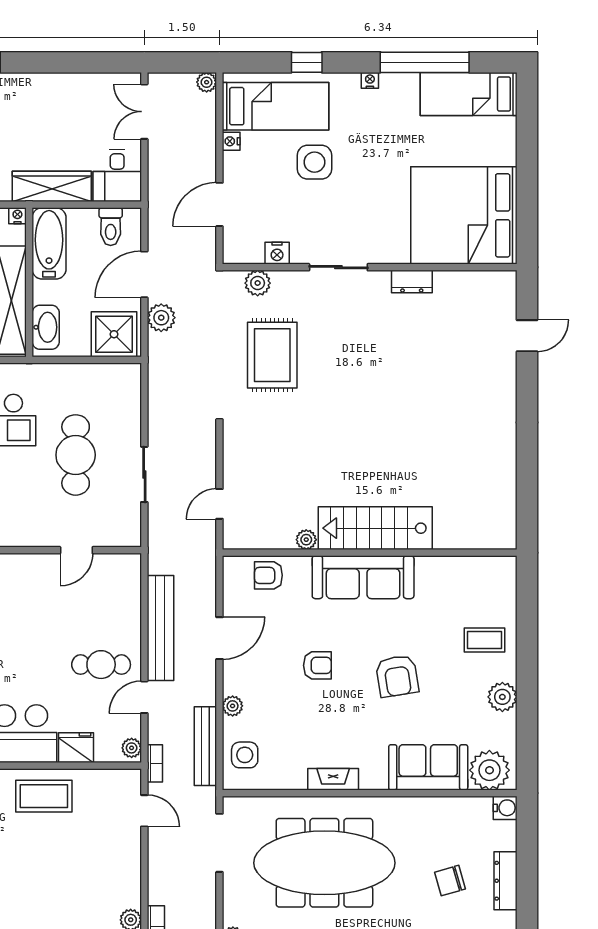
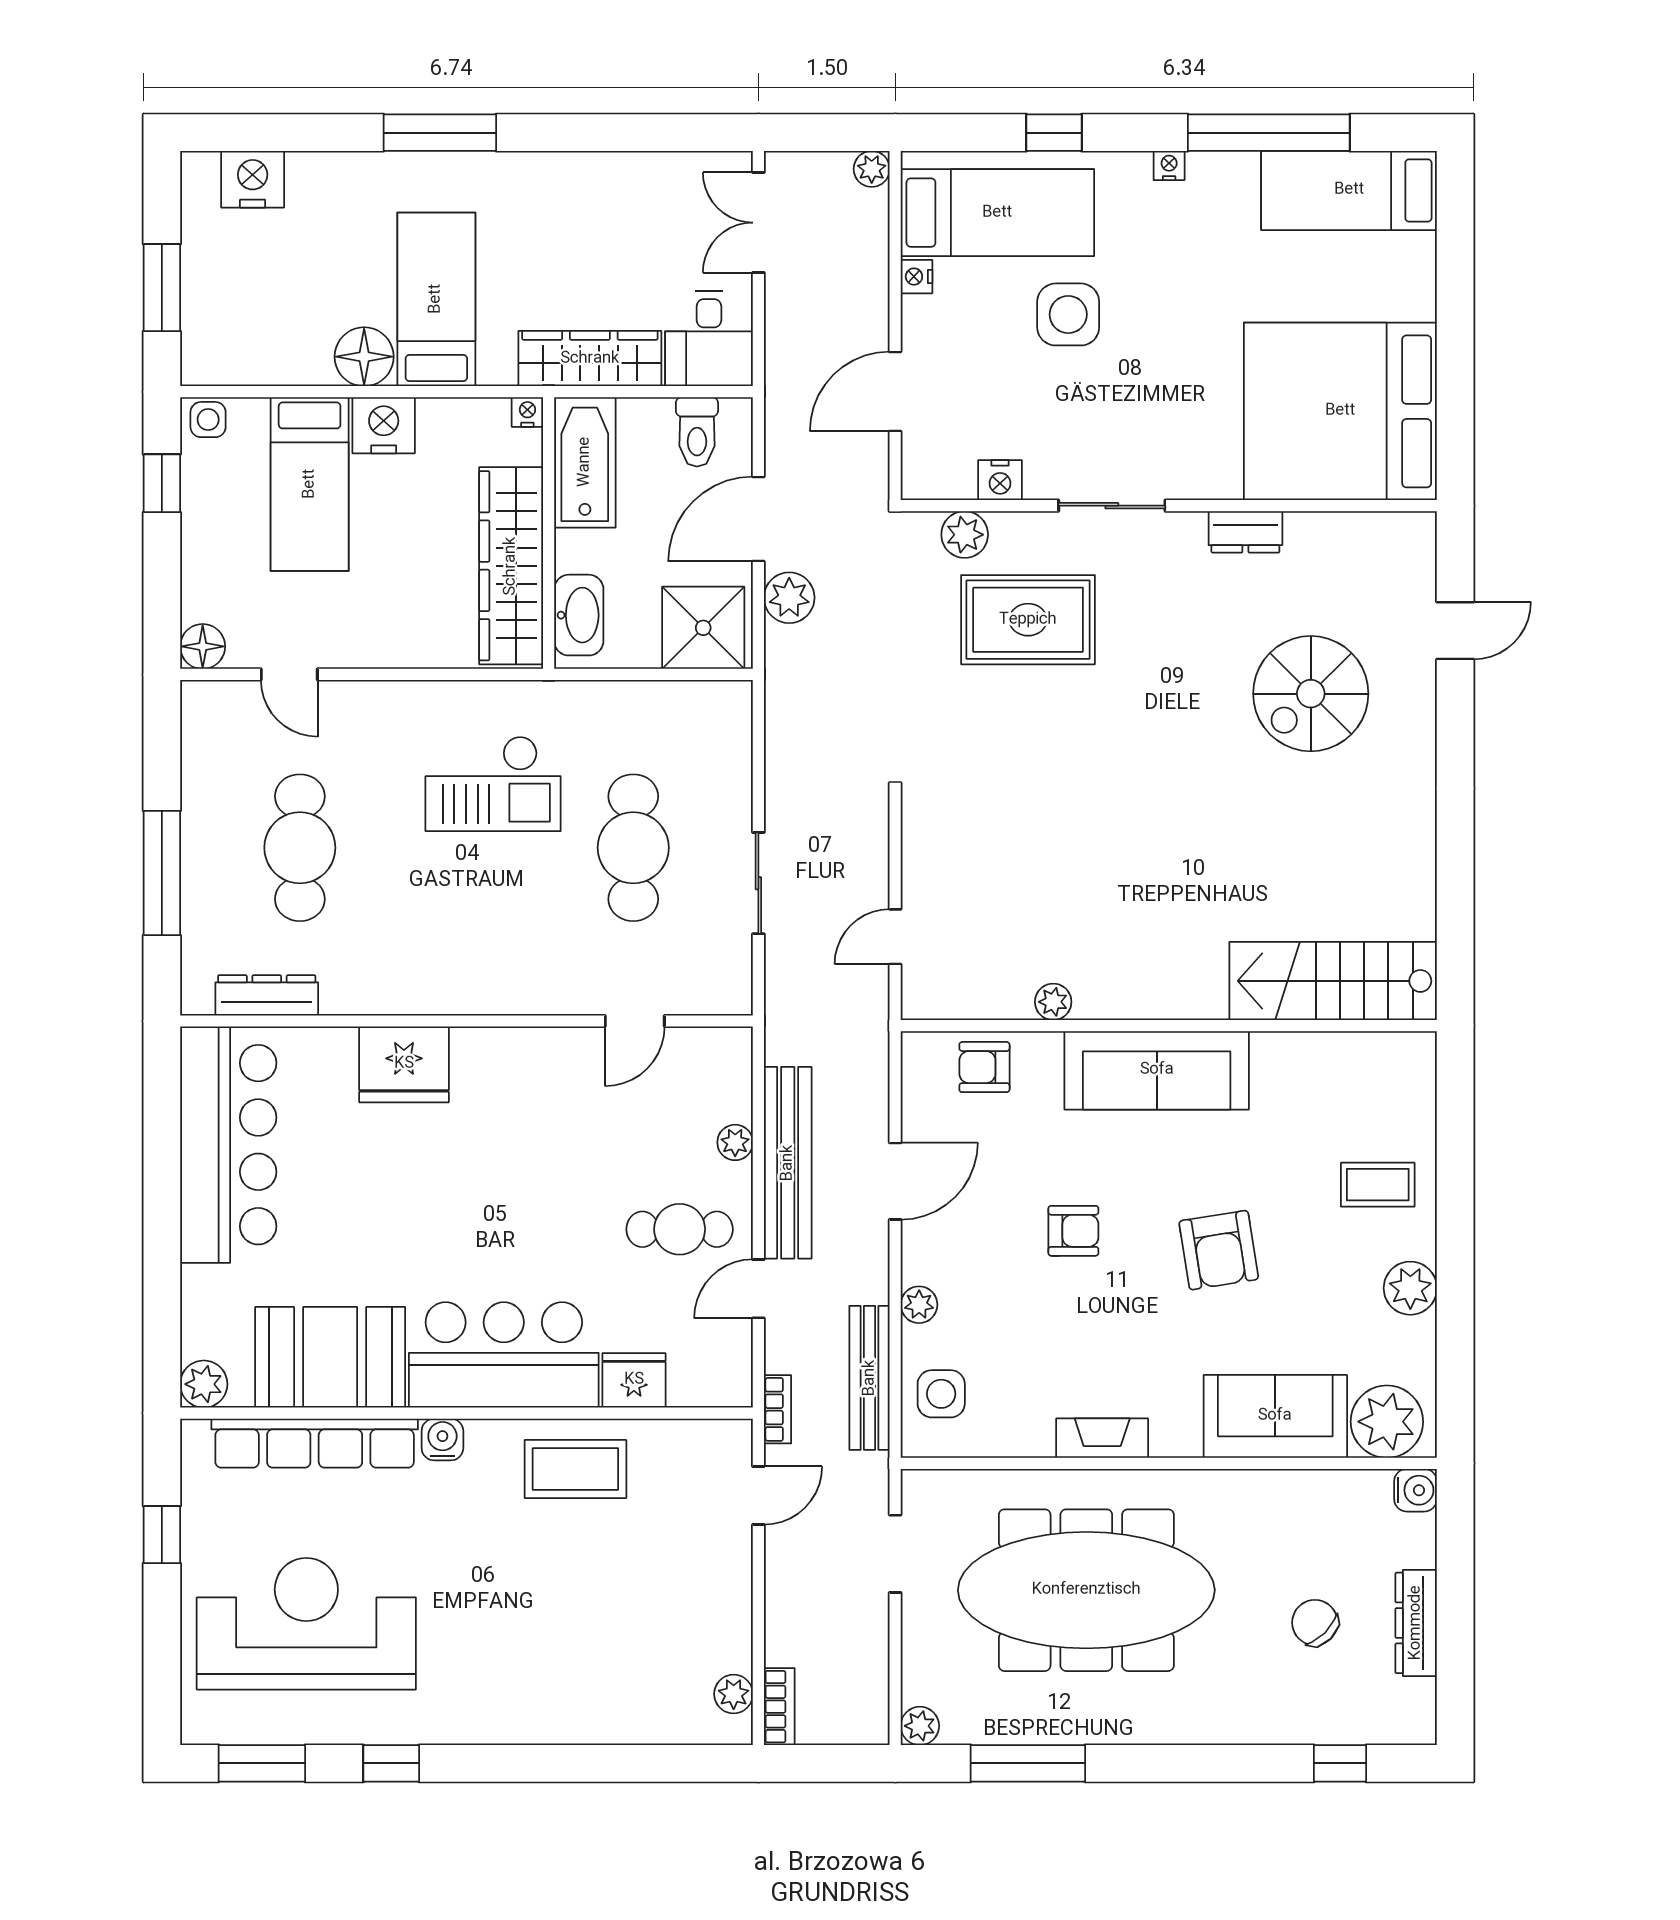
rug: (272, 355) -> (1028, 620), moved, turned 90
spiral stairs: (448, 370) -> (1311, 694), added
stairs: (375, 528) -> (1333, 981), moved
plant: (132, 748) -> (735, 1142), moved
door: (144, 811) -> (758, 1496), hinge flipped
doorway: (219, 843) -> (895, 1554), width x0.73
chair: (450, 881) -> (1315, 1623), turned 61

